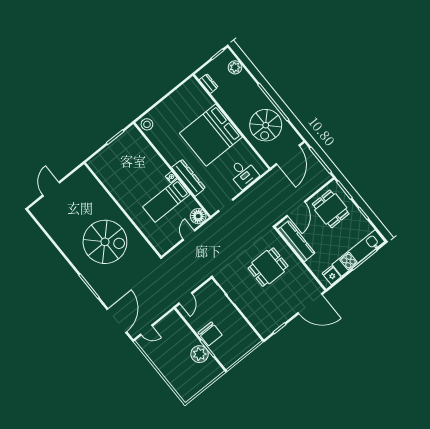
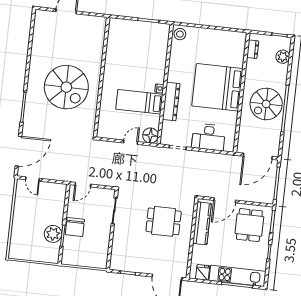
spiral stairs: (266, 125) -> (266, 104), moved
desk: (243, 173) -> (209, 137), width x1.37

